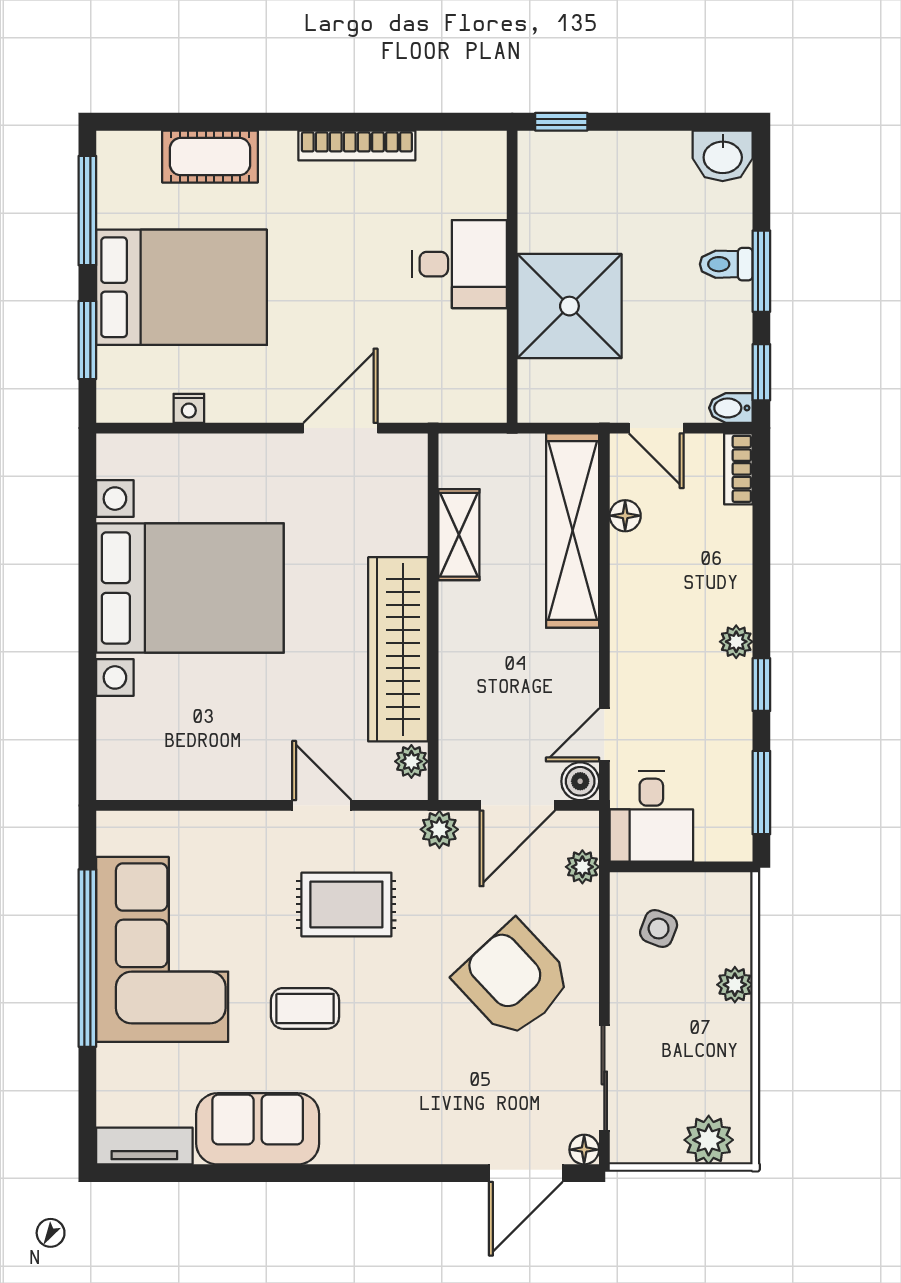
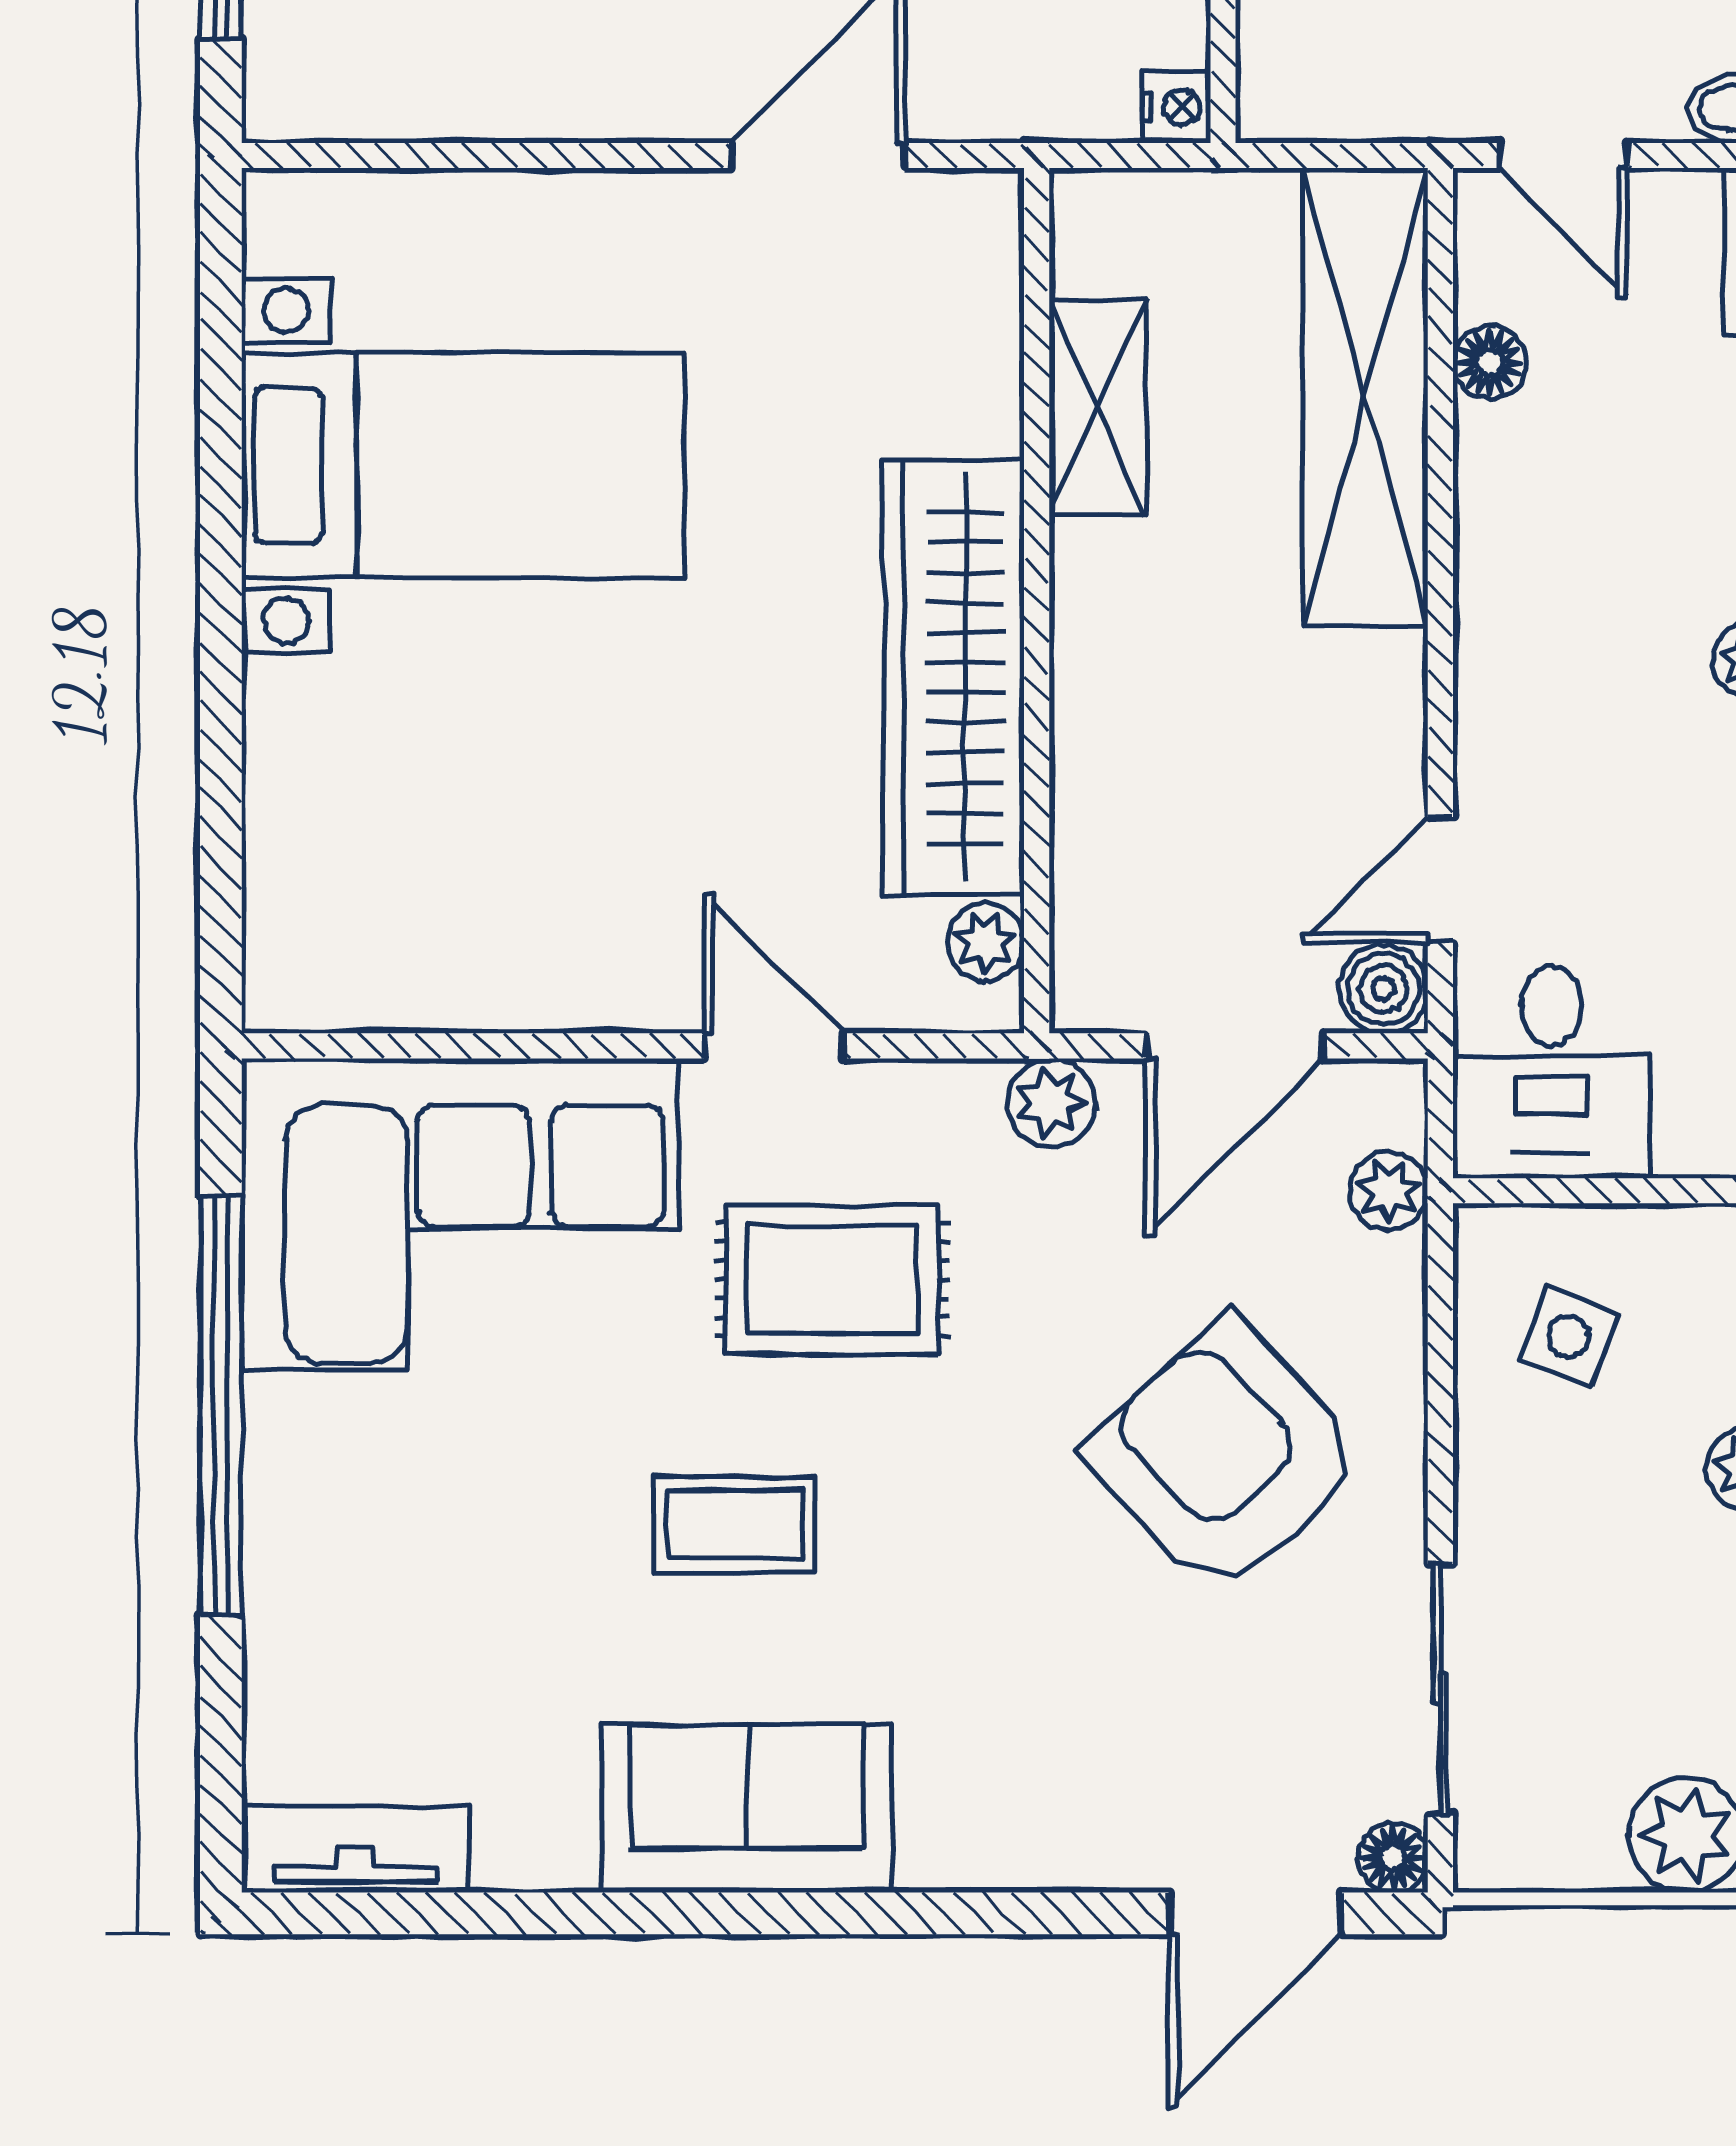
nightstand: (189, 408) -> (1176, 107), moved, turned -90
bed with nightstands: (190, 588) -> (463, 465), width x0.73
corner sofa: (162, 949) -> (460, 1214), moved, turned 90
sofa: (258, 1129) -> (747, 1809), moved

